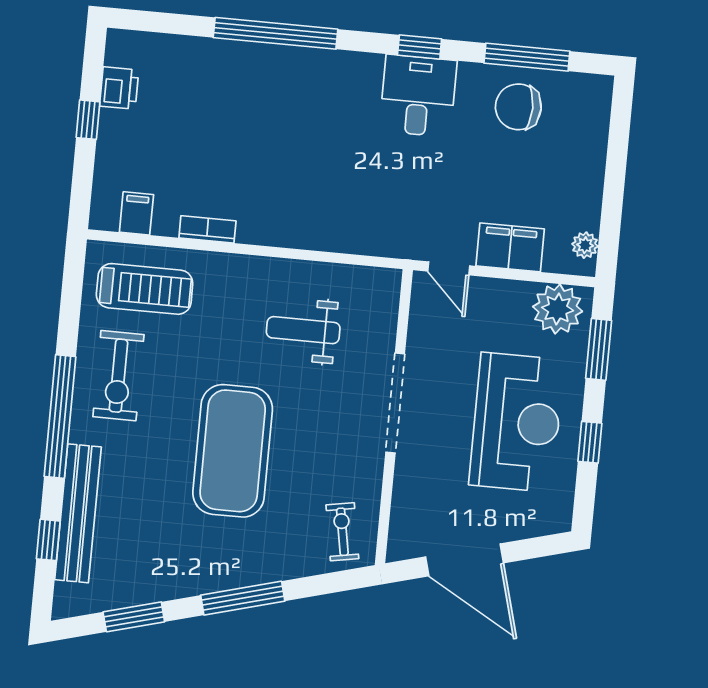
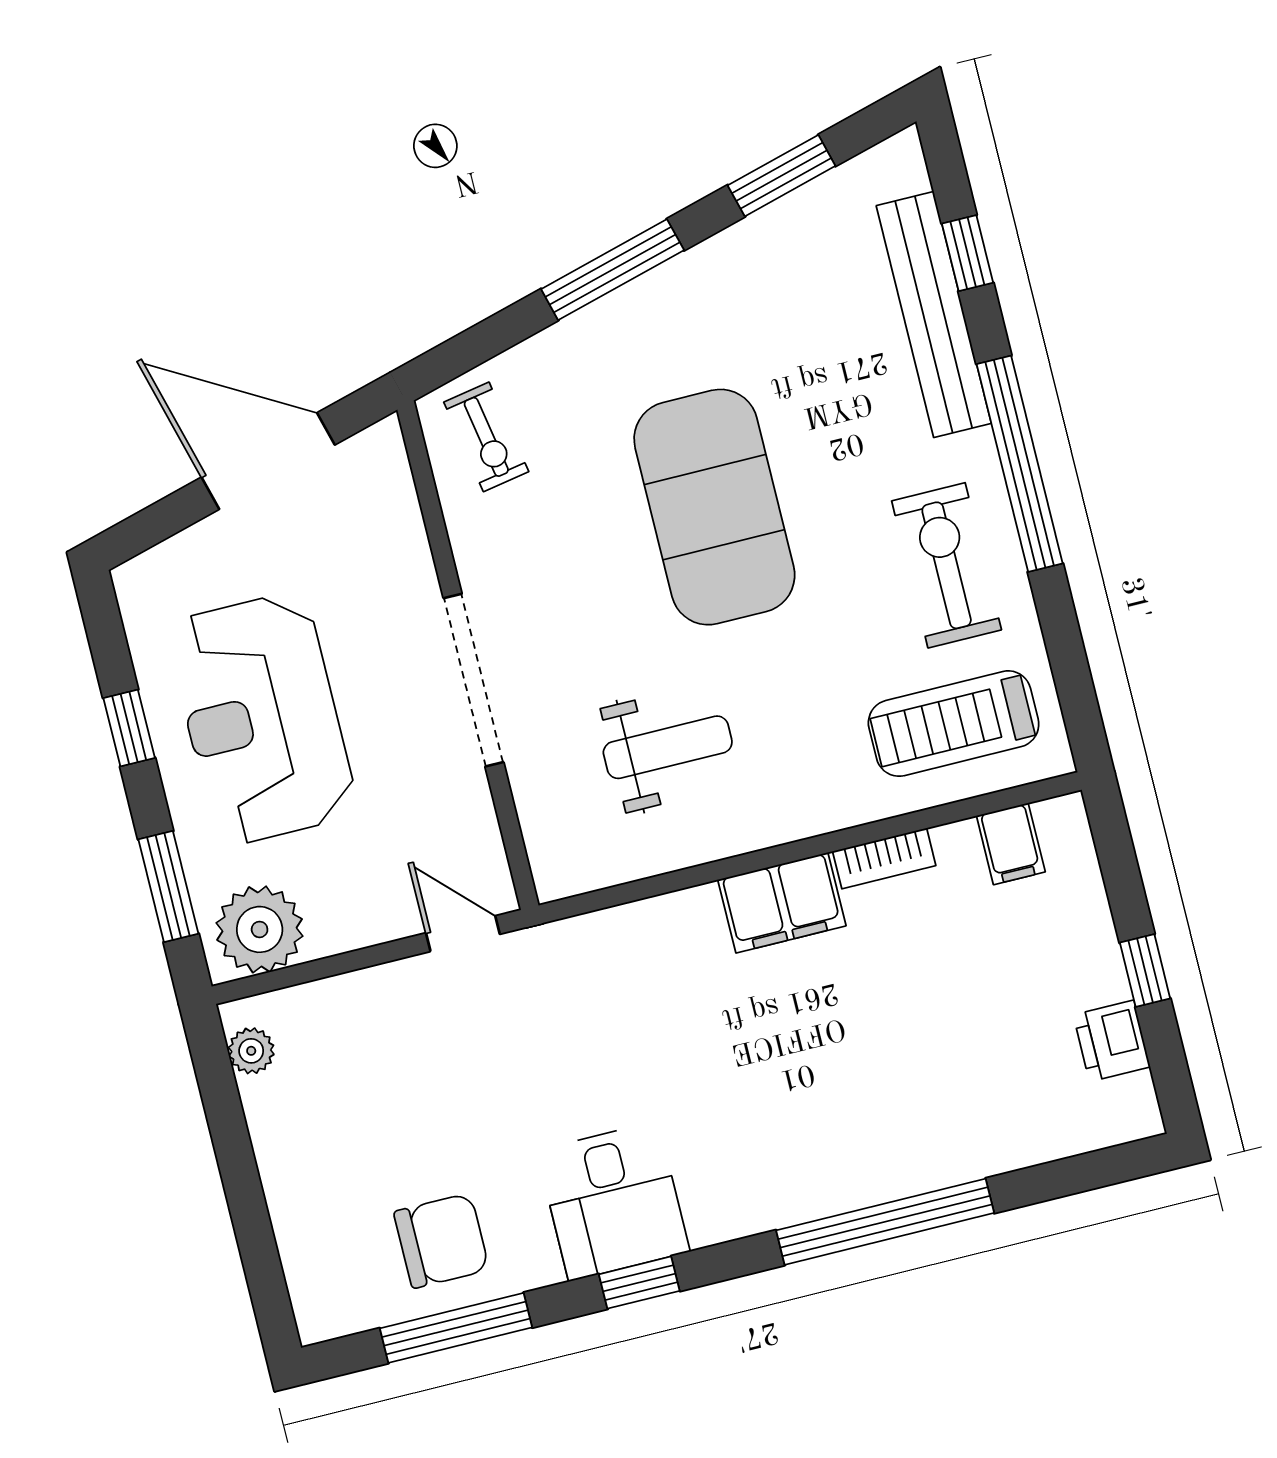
filing cabinet: (510, 247) -> (782, 903), moved

